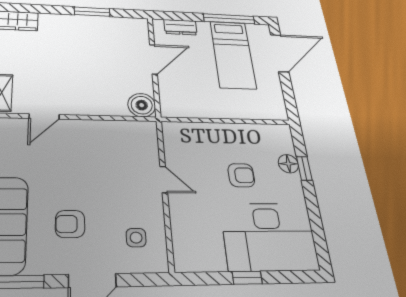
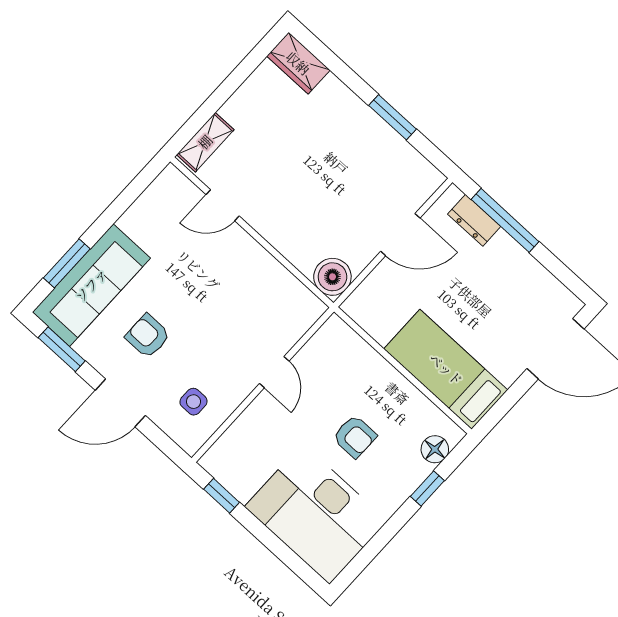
window: (229, 19) -> (505, 220), moved
bed: (233, 55) -> (446, 369), moved, turned 90
floor lamp: (288, 164) -> (435, 449), moved
window: (247, 278) -> (222, 496), moved

